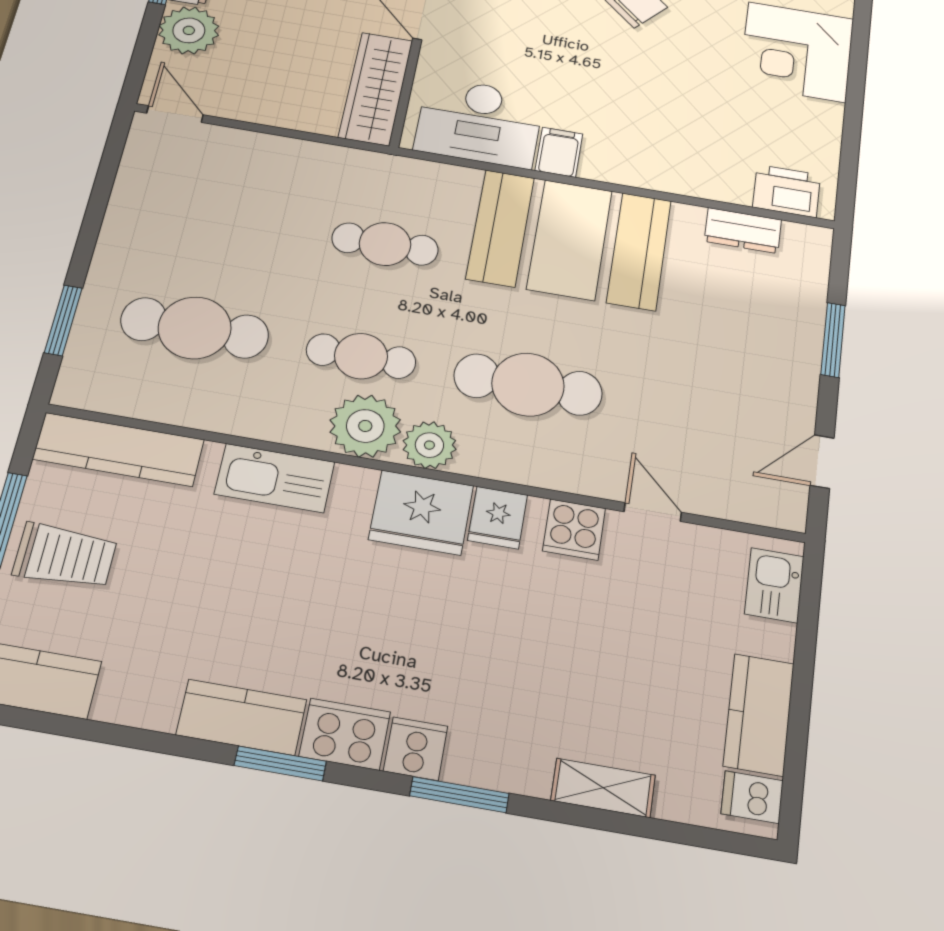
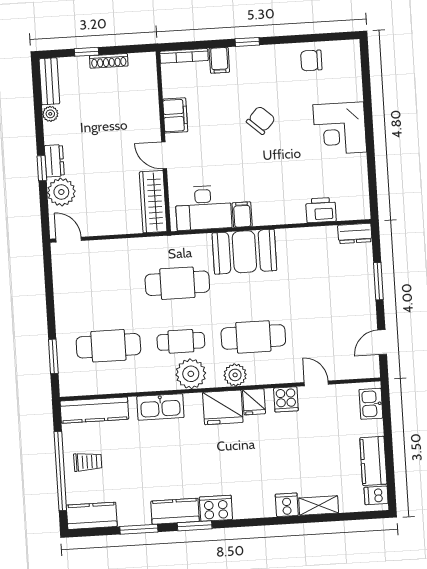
printer: (787, 191) -> (321, 210), moved
dresser: (743, 230) -> (355, 233), moved
booth: (570, 240) -> (244, 252), width x0.73, depth x0.70
cafe table: (385, 244) -> (177, 283), width x1.37, depth x1.35
plant: (429, 445) -> (235, 375), moved
trolley: (65, 556) -> (88, 462), width x0.73, depth x0.72
cooker: (416, 749) -> (287, 505), moved
window: (459, 795) -> (139, 529), moved

